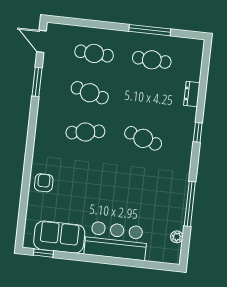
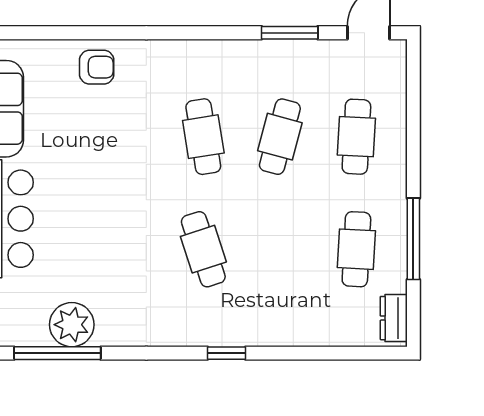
dresser: (192, 94) -> (394, 318), moved, turned -90
cafe table: (143, 138) -> (203, 249), turned -36
window: (190, 204) -> (57, 353), moved
plant: (177, 237) -> (72, 325), moved, width x1.88, depth x1.88

